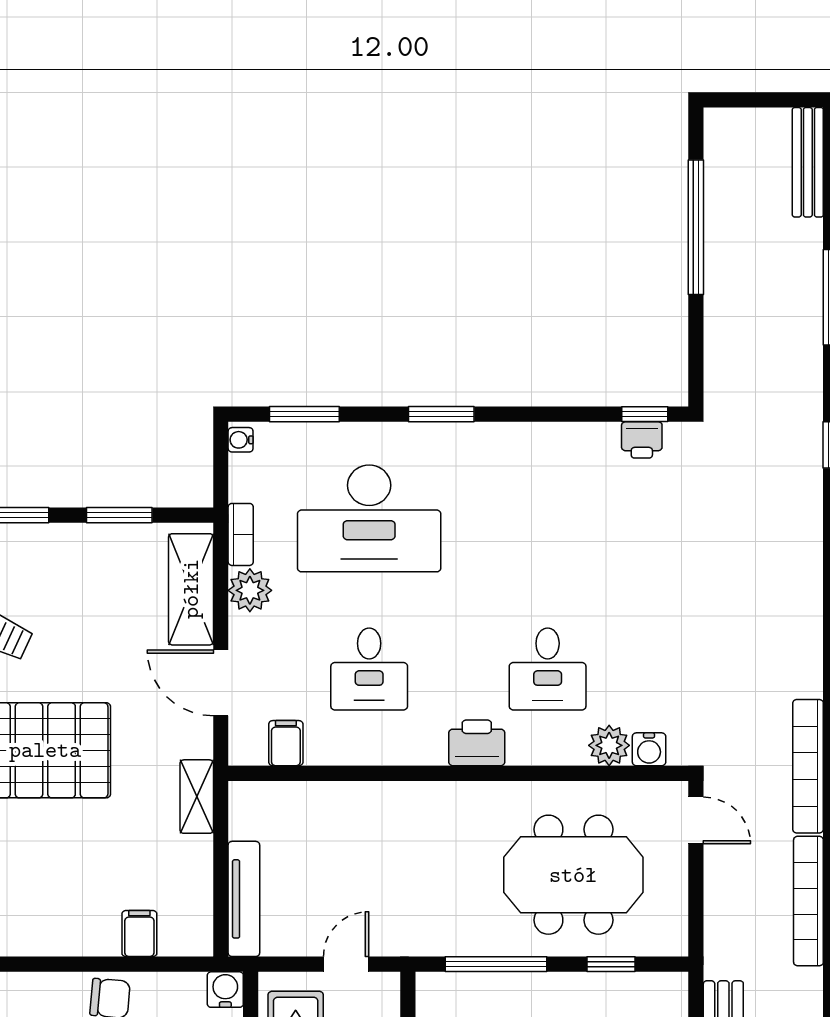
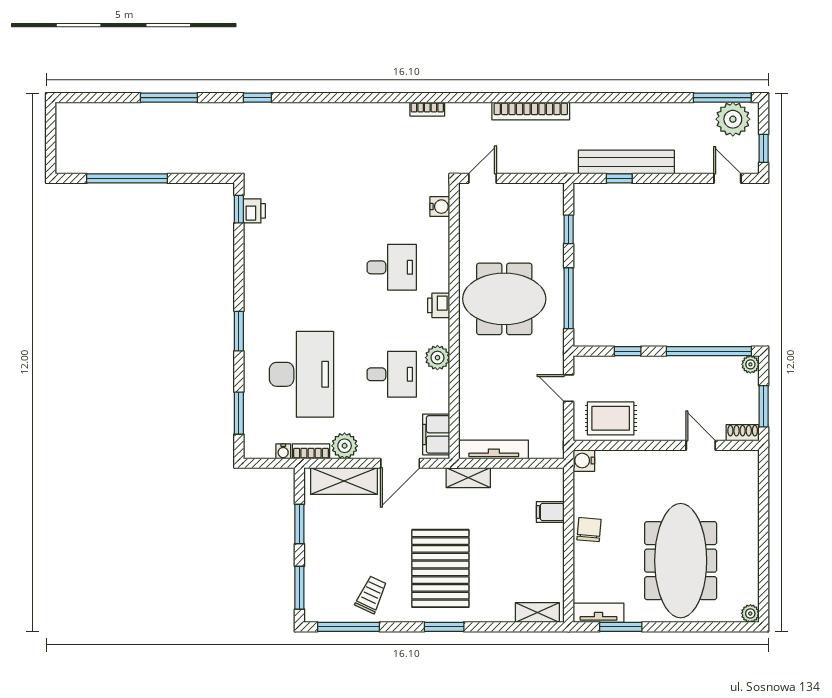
bench: (808, 162) -> (88, 111), removed
water cooler: (241, 440) -> (283, 451), moved
filing cabinet: (286, 743) -> (436, 434), width x2.00
printer: (477, 743) -> (439, 305), width x0.73, depth x0.81
plant: (609, 745) -> (437, 358), moved
bookcase: (808, 766) -> (427, 109), width x0.43, depth x0.76
meeting table: (573, 875) -> (504, 299), moved, turned 90
tv unit: (244, 899) -> (494, 449), moved

